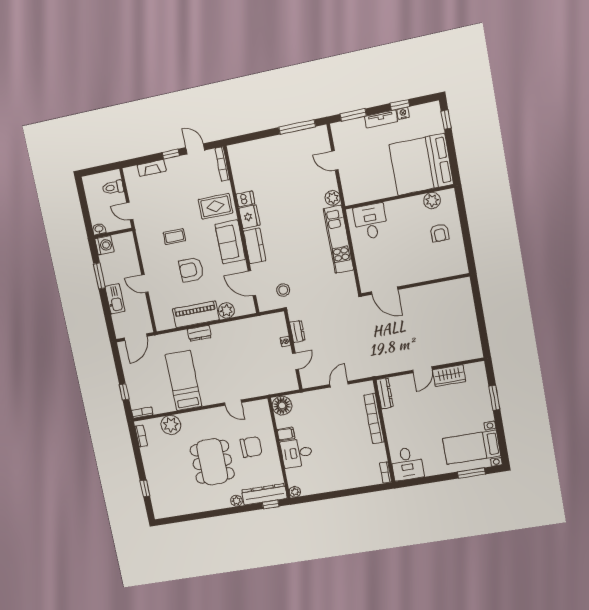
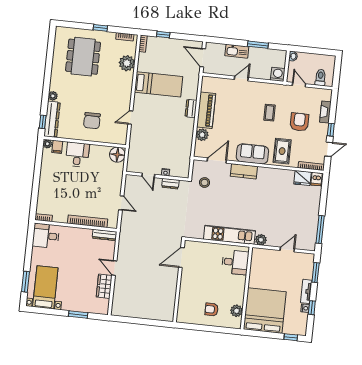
dishwasher: (245, 199) -> (316, 179), moved
door: (130, 211) -> (299, 85), hinge flipped
fridge: (249, 217) -> (303, 178), moved
washing machine: (104, 245) -> (278, 74), moved, turned 180
armchair: (191, 270) -> (299, 122), moved
filing cabinet: (286, 434) -> (57, 147), moved
dining table: (212, 462) -> (83, 57), moved, turned 90
window: (145, 488) -> (100, 28), moved

